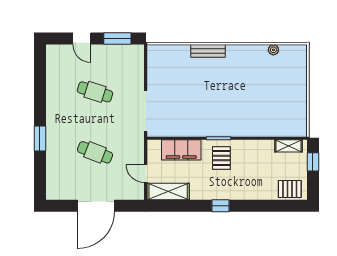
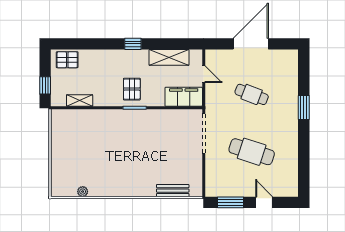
bench: (208, 51) -> (173, 191), moved
cafe table: (95, 92) -> (252, 152), width x1.37, depth x1.35
shelving: (288, 146) -> (80, 101), moved
filing cabinet: (181, 150) -> (184, 97), moved
shelving: (168, 192) -> (169, 57), moved

